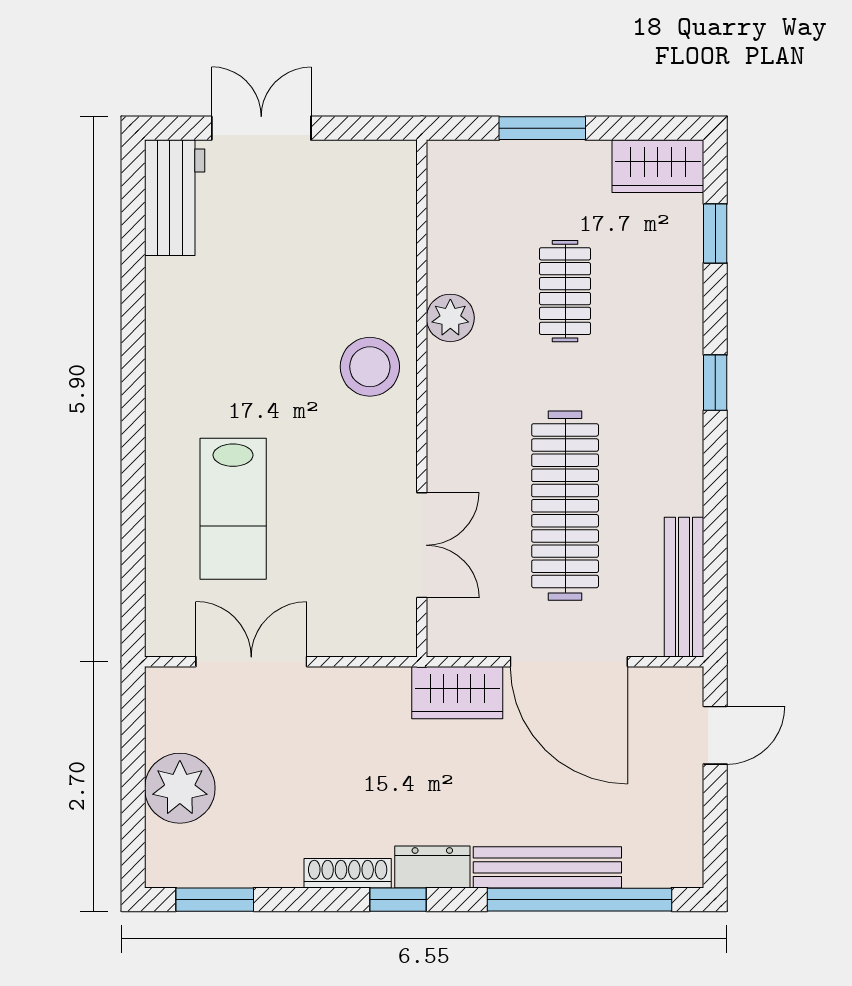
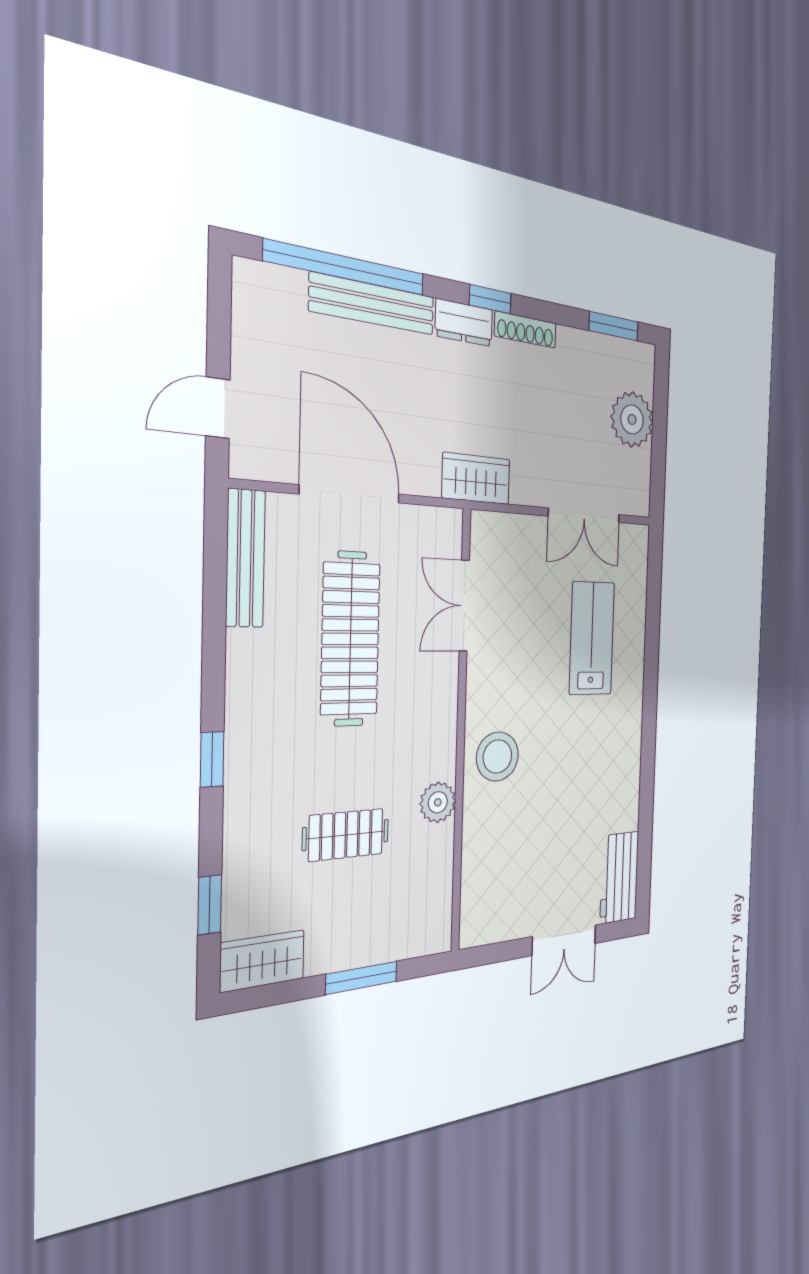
clothes rail: (565, 291) -> (346, 835), turned 90
wardrobe: (457, 693) -> (476, 479), moved

